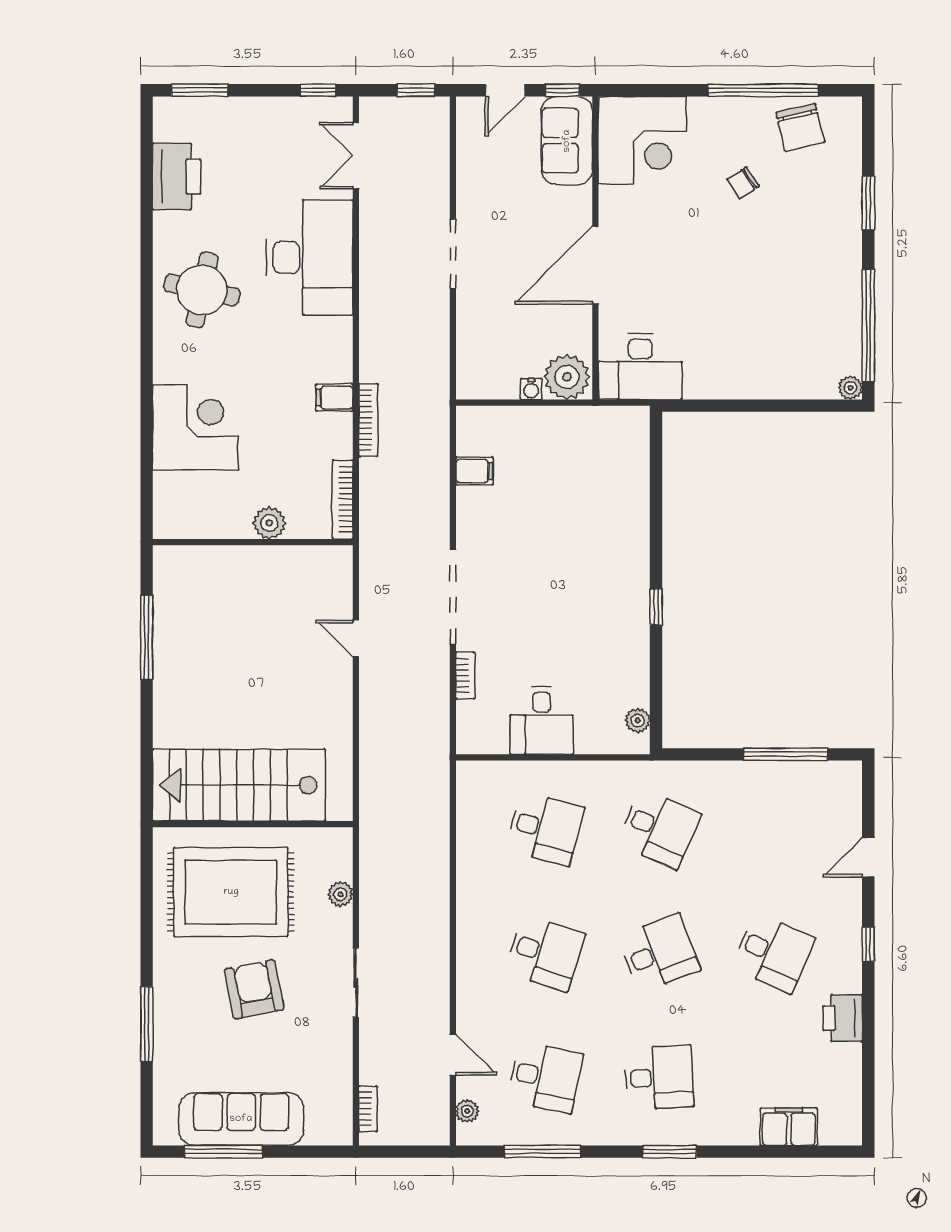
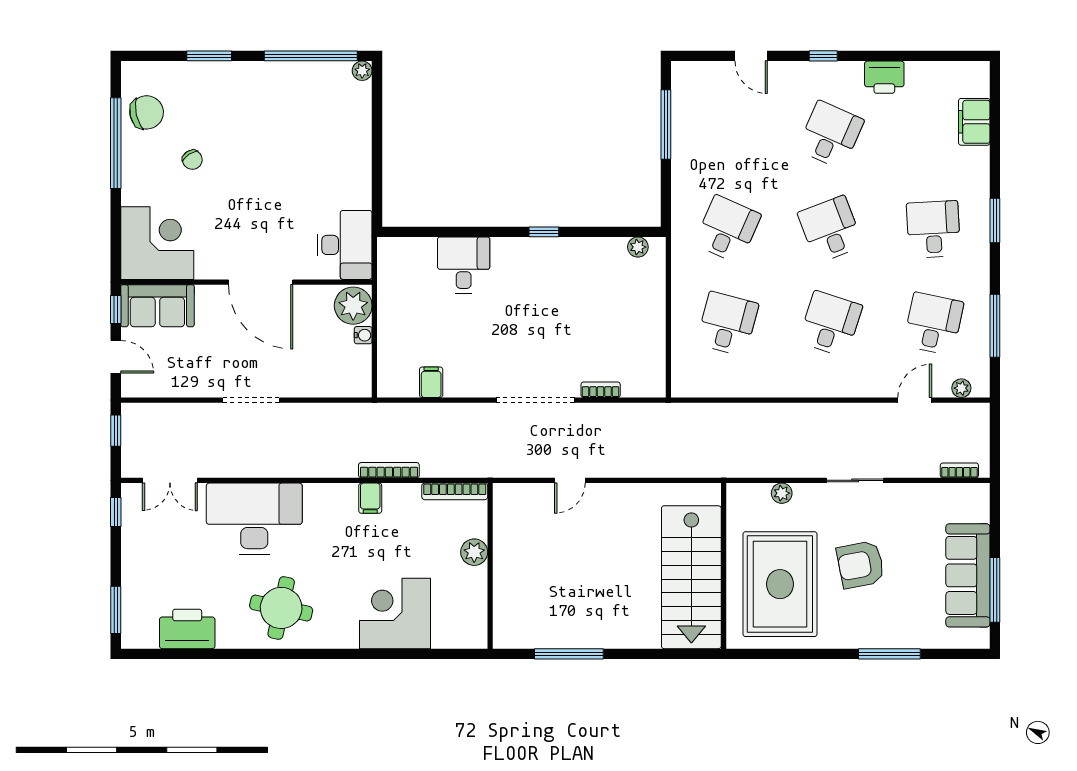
desk: (542, 720) -> (464, 265), moved, turned -90

